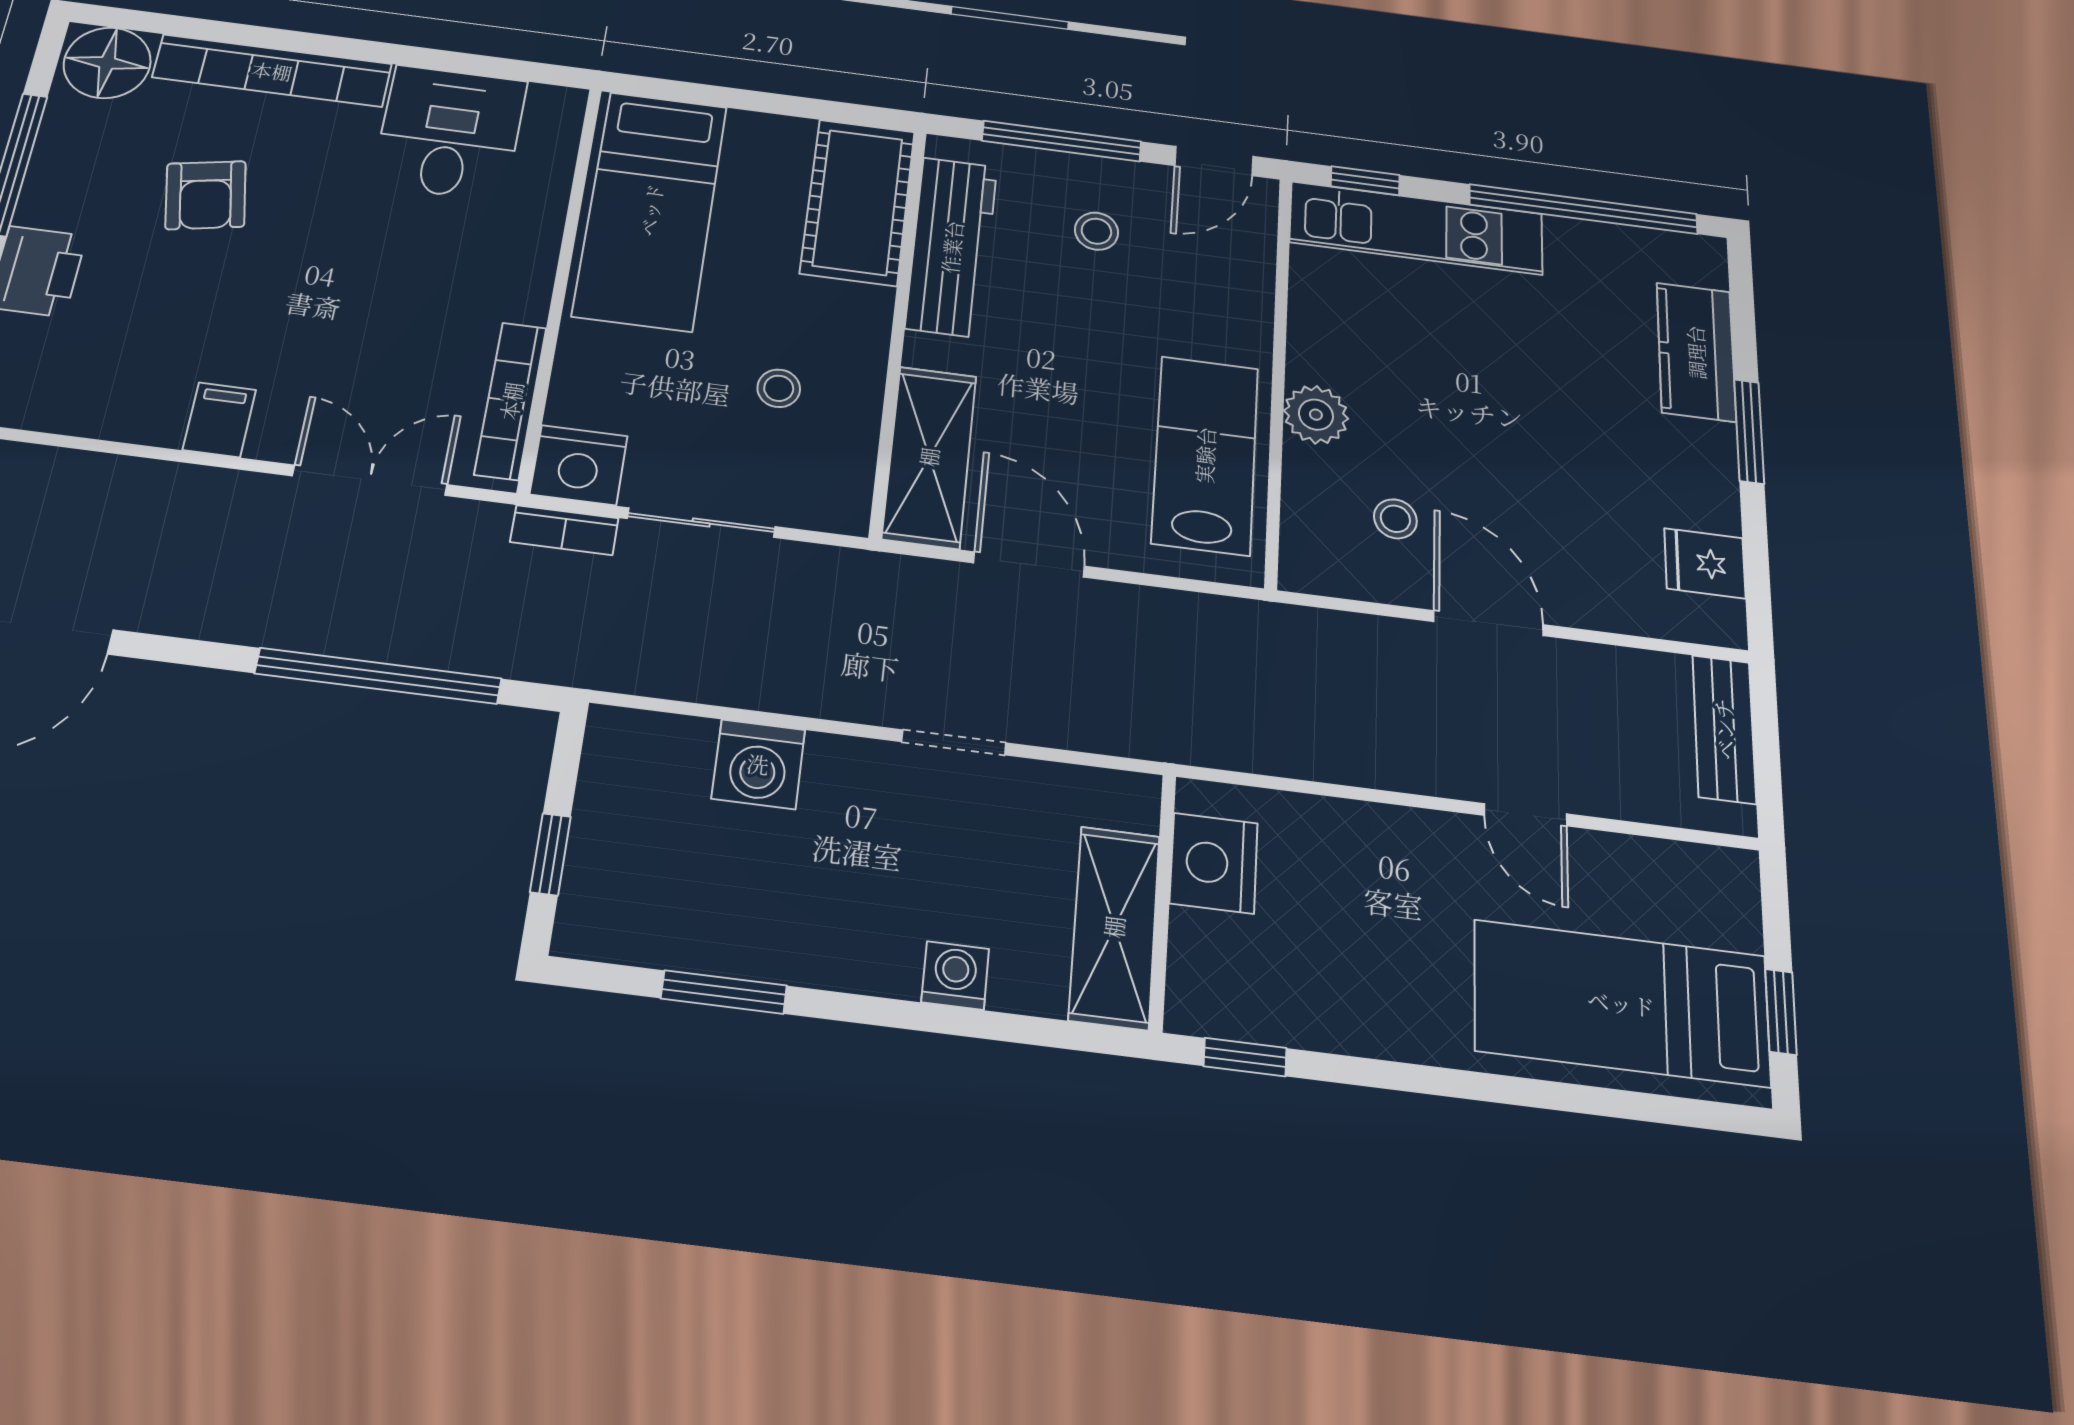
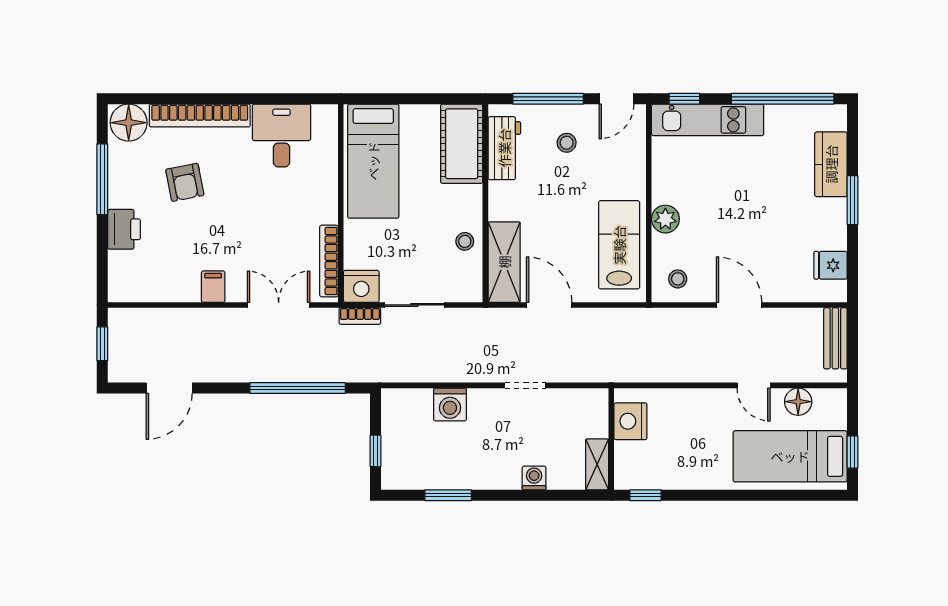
workbench: (952, 247) -> (504, 148), width x0.73
stool: (779, 388) -> (465, 241), moved
stool: (1395, 519) -> (678, 279), moved
floor lamp: (1638, 868) -> (798, 402), added
shelving: (1114, 927) -> (597, 464), width x0.67, depth x0.75

